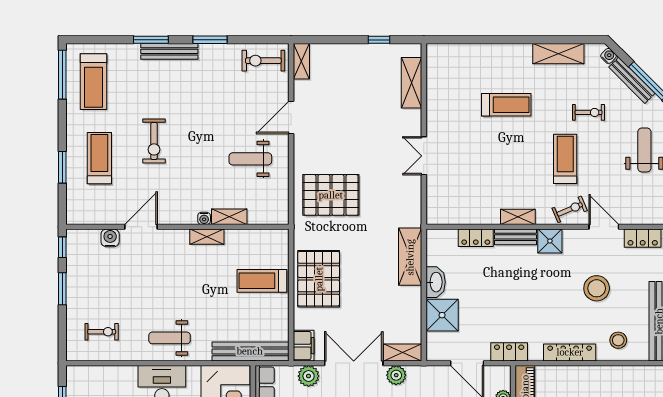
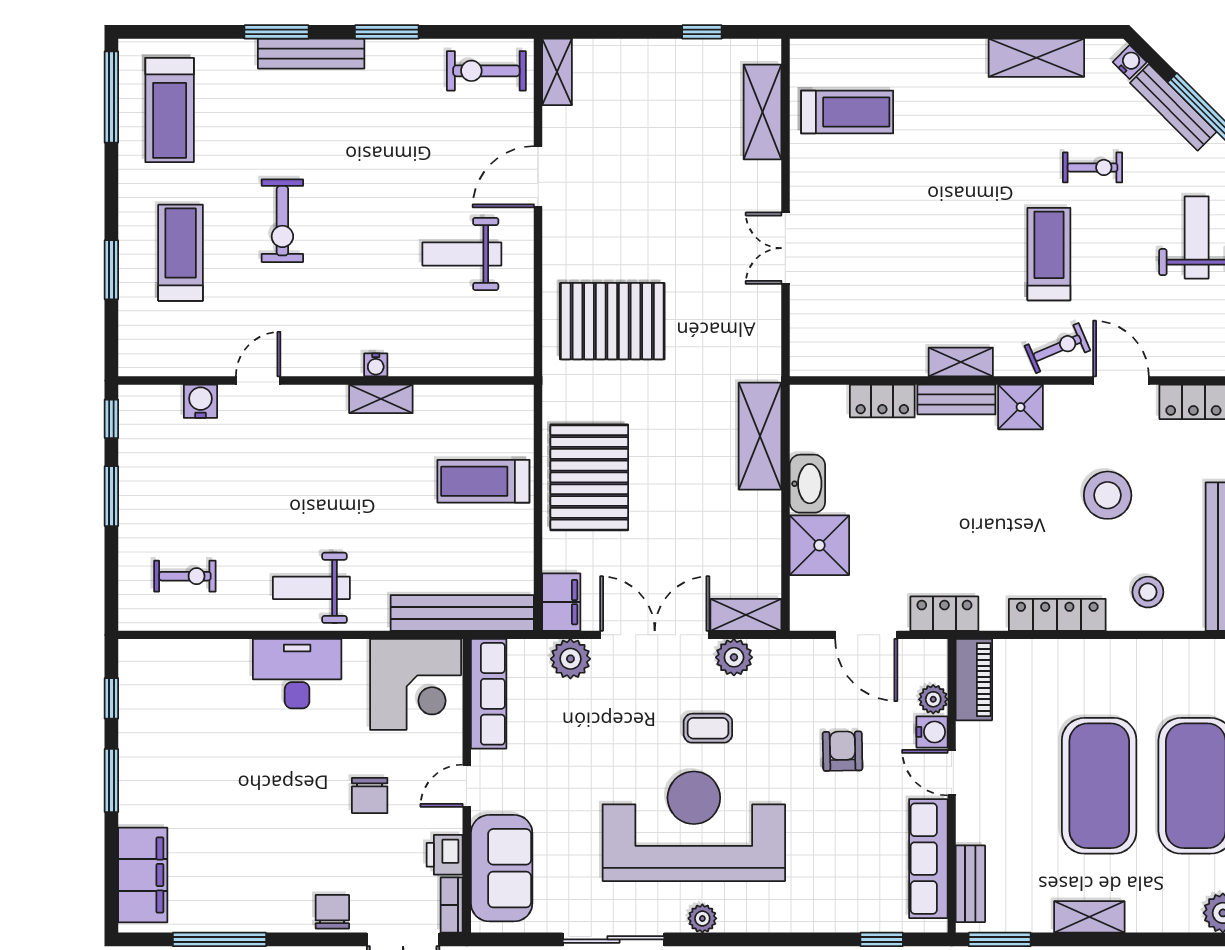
treadmill: (506, 105) -> (847, 112), moved
shelving: (229, 217) -> (423, 362), removed
door: (141, 227) -> (258, 381), width x0.73

